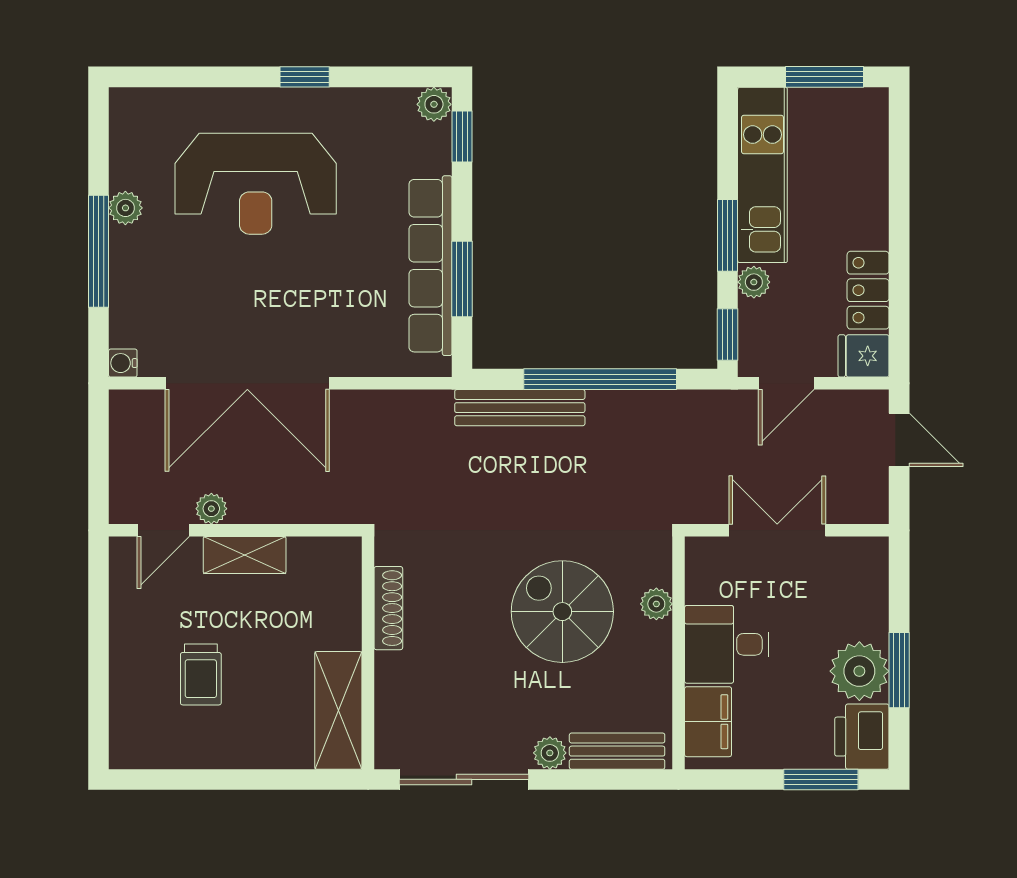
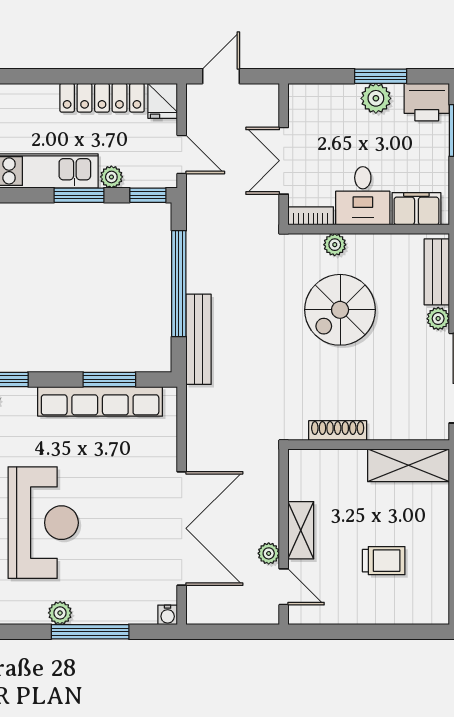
locker: (868, 290) -> (102, 98), width x1.53
bookcase: (698, 569) -> (311, 216), added
plant: (859, 671) -> (376, 98), width x0.73, depth x0.73

